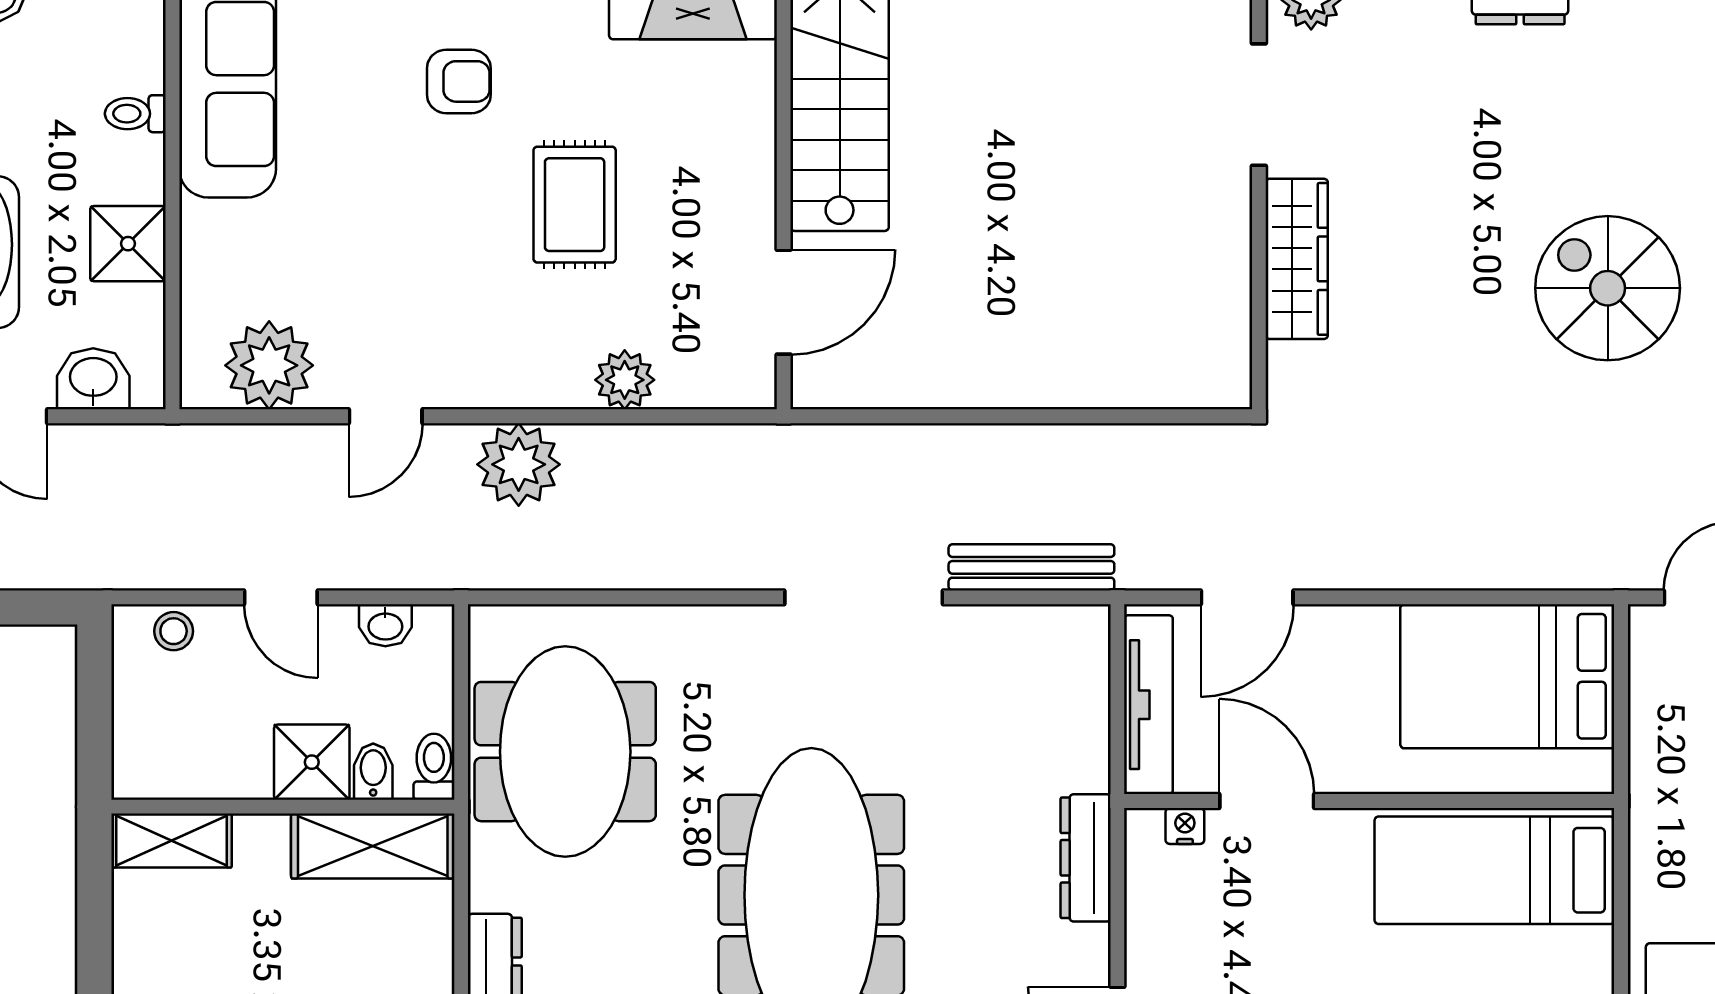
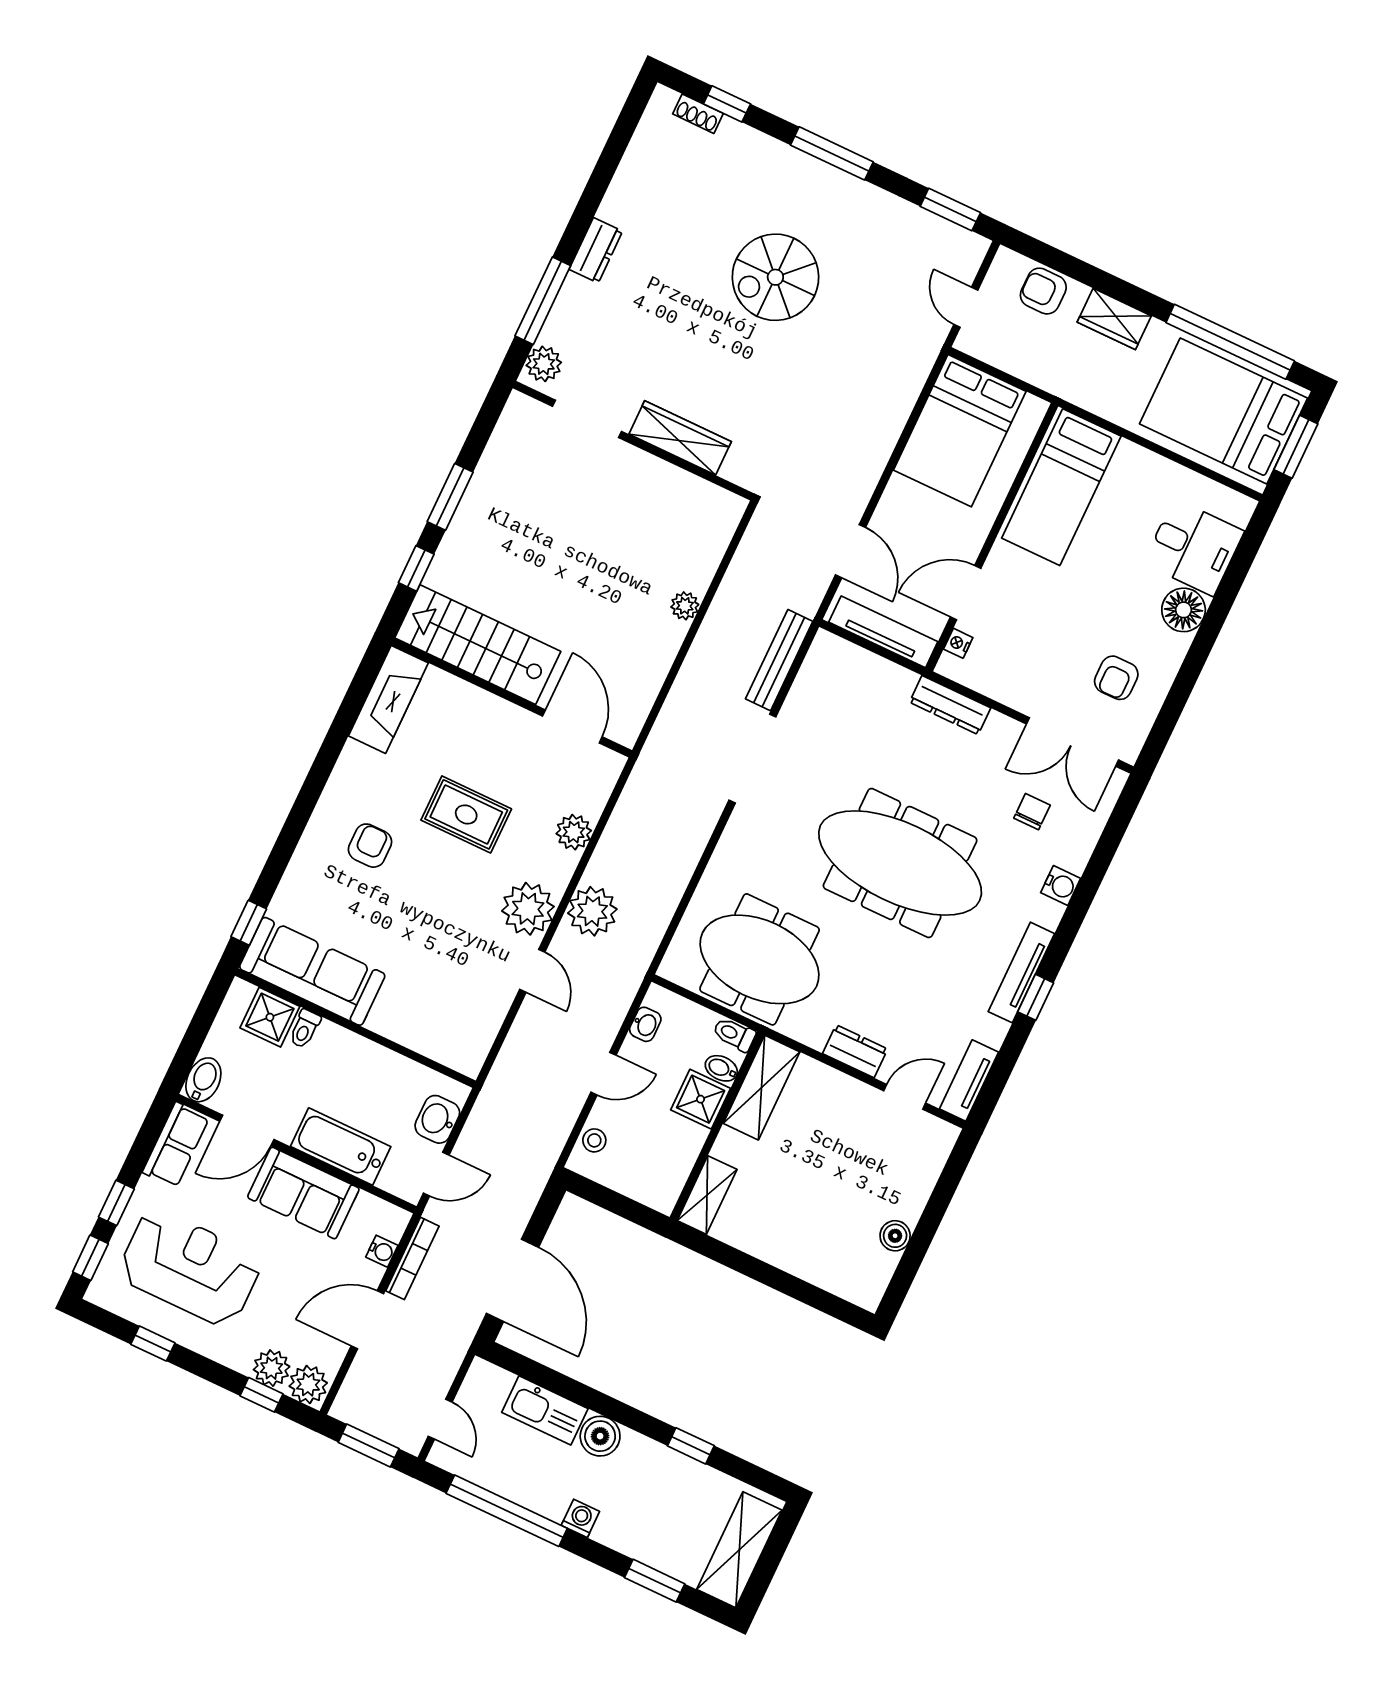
shower: (128, 244) -> (270, 1017), moved
plant: (269, 365) -> (528, 909), moved
plant: (1046, 386) -> (685, 606), added

